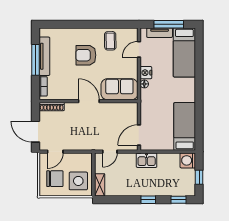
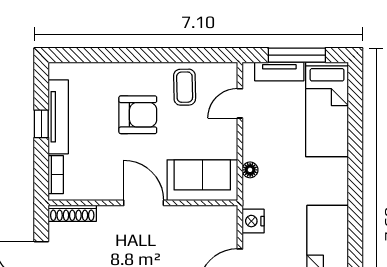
armchair: (86, 55) -> (138, 115), turned 180
window: (36, 60) -> (41, 124), width x0.46
nightstand: (146, 73) -> (253, 221), moved

